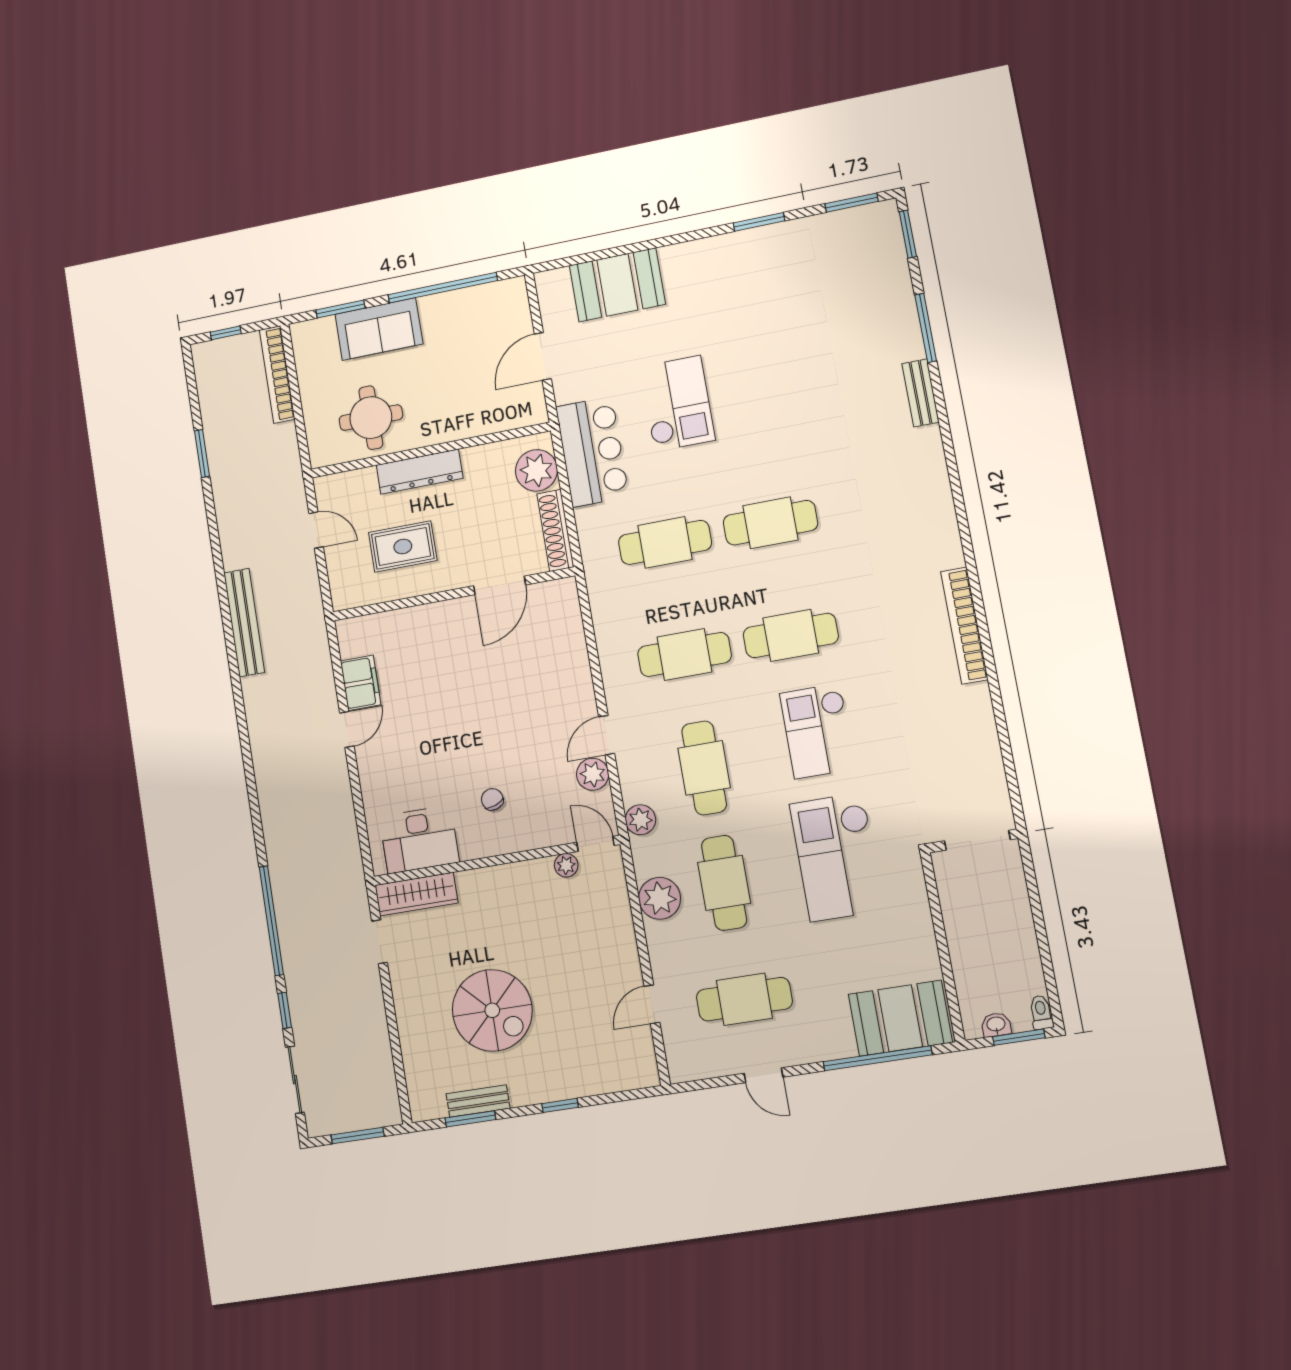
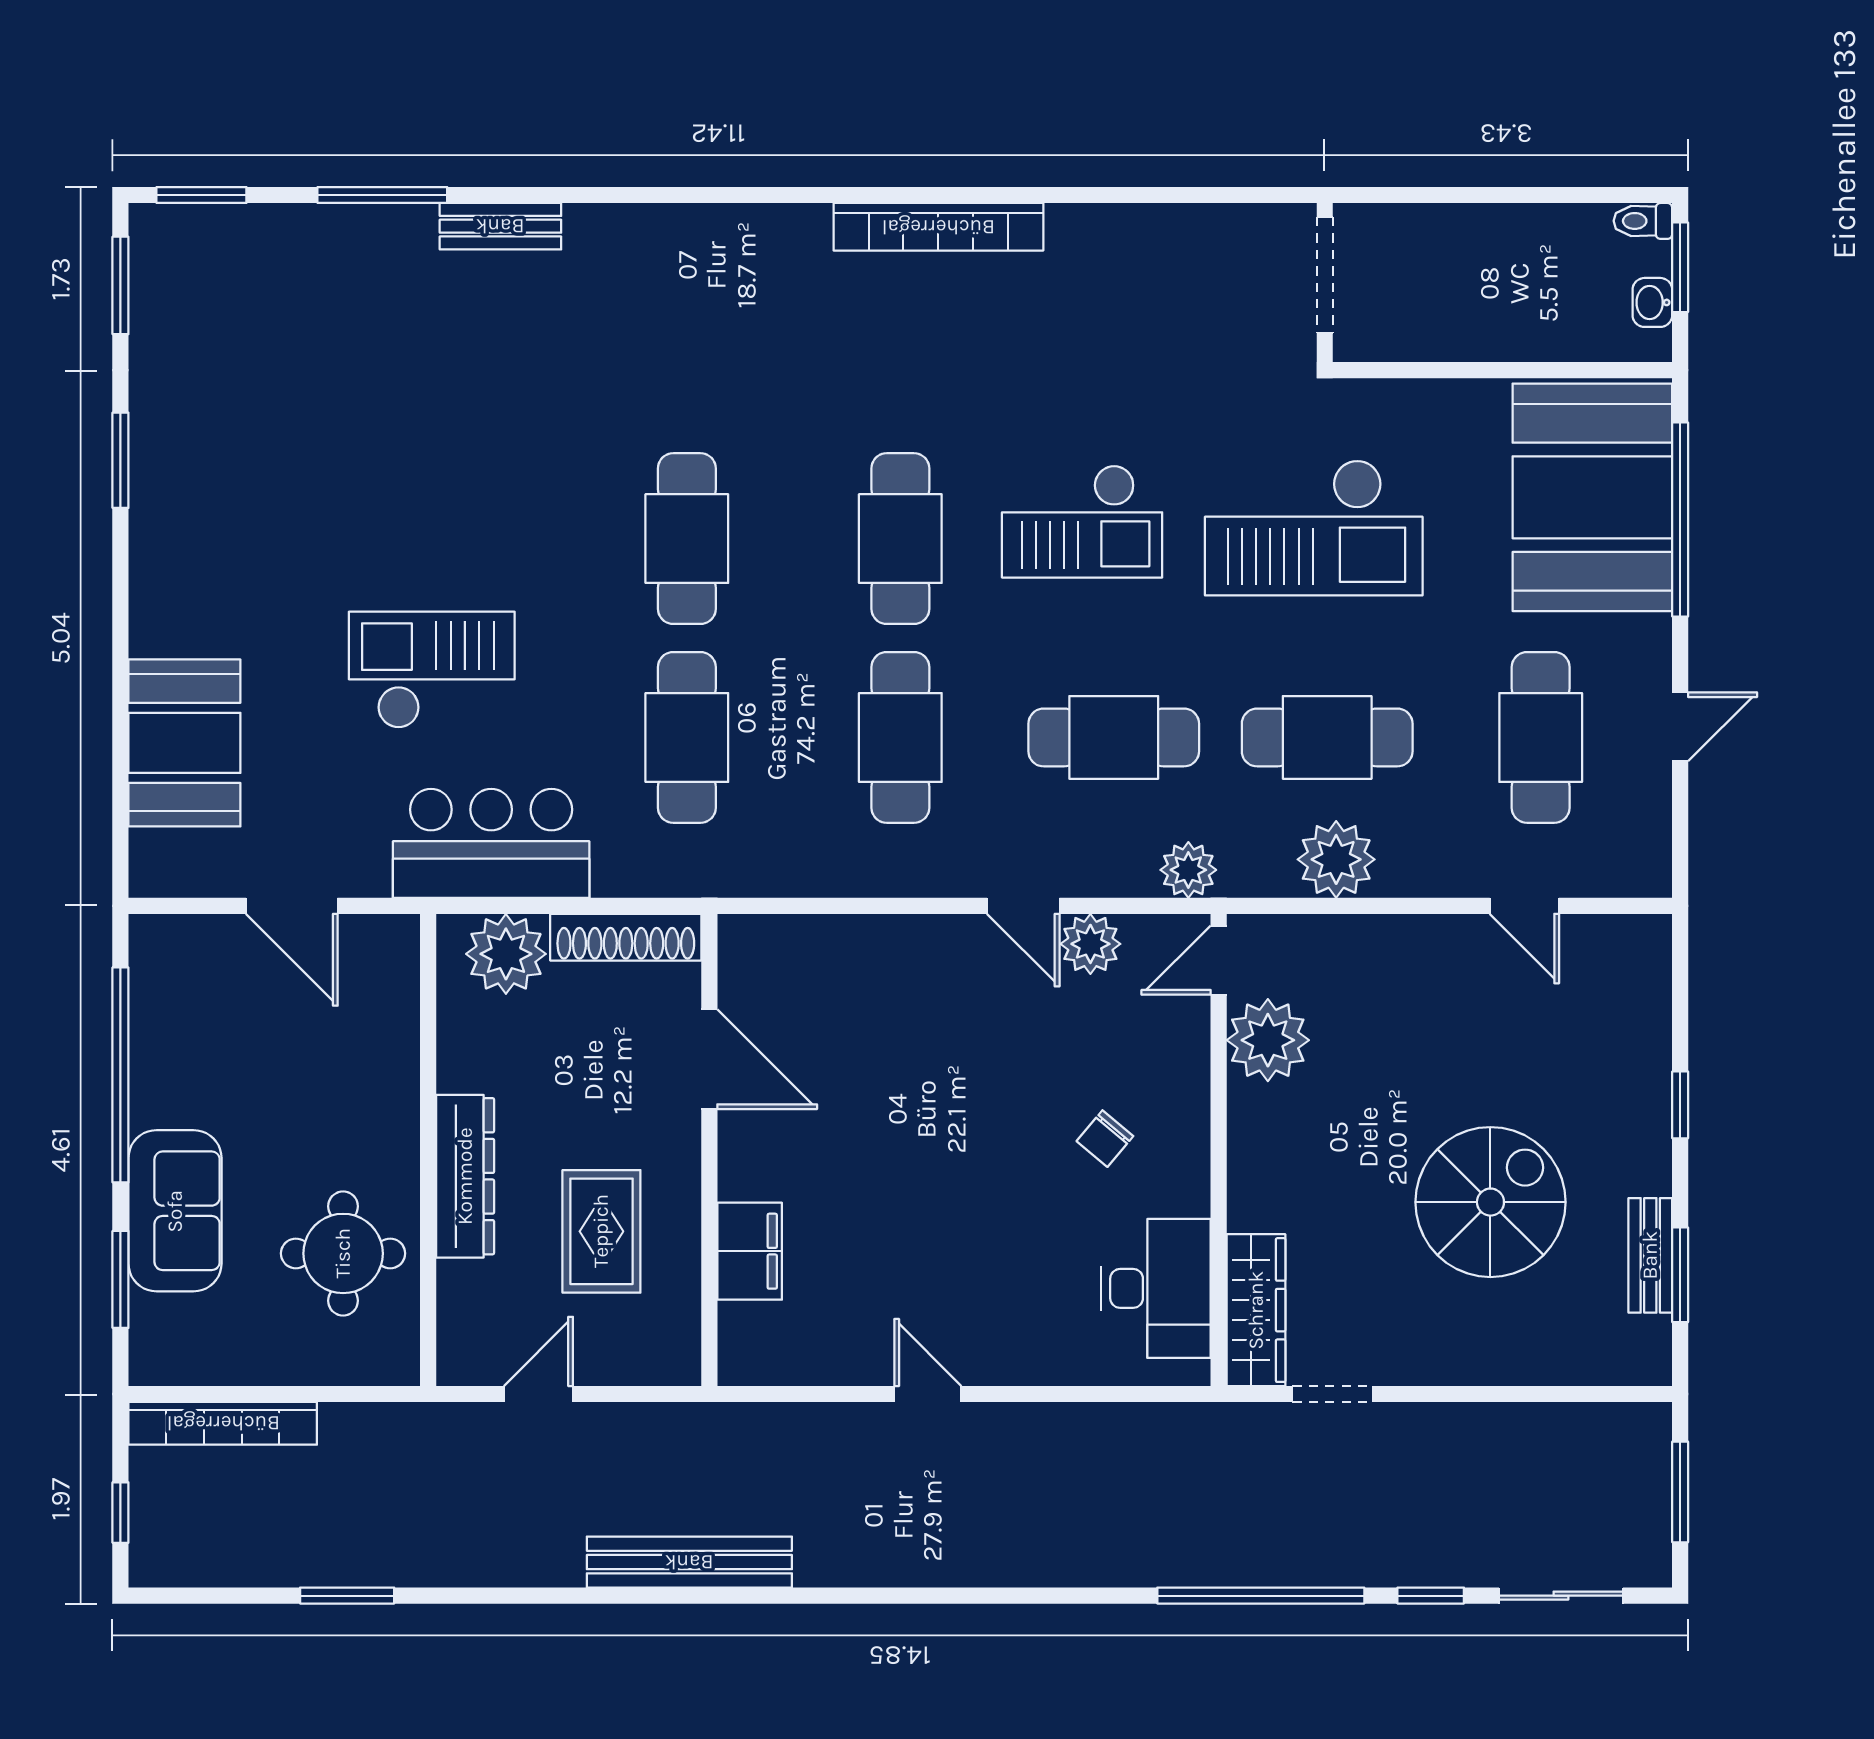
filing cabinet: (361, 683) -> (750, 1251), moved, turned 90
chair: (492, 799) -> (1105, 1139), turned -31
plant: (566, 865) -> (1268, 1040), width x1.88, depth x1.88
booth: (900, 1018) -> (1592, 497), width x1.36, depth x1.42

